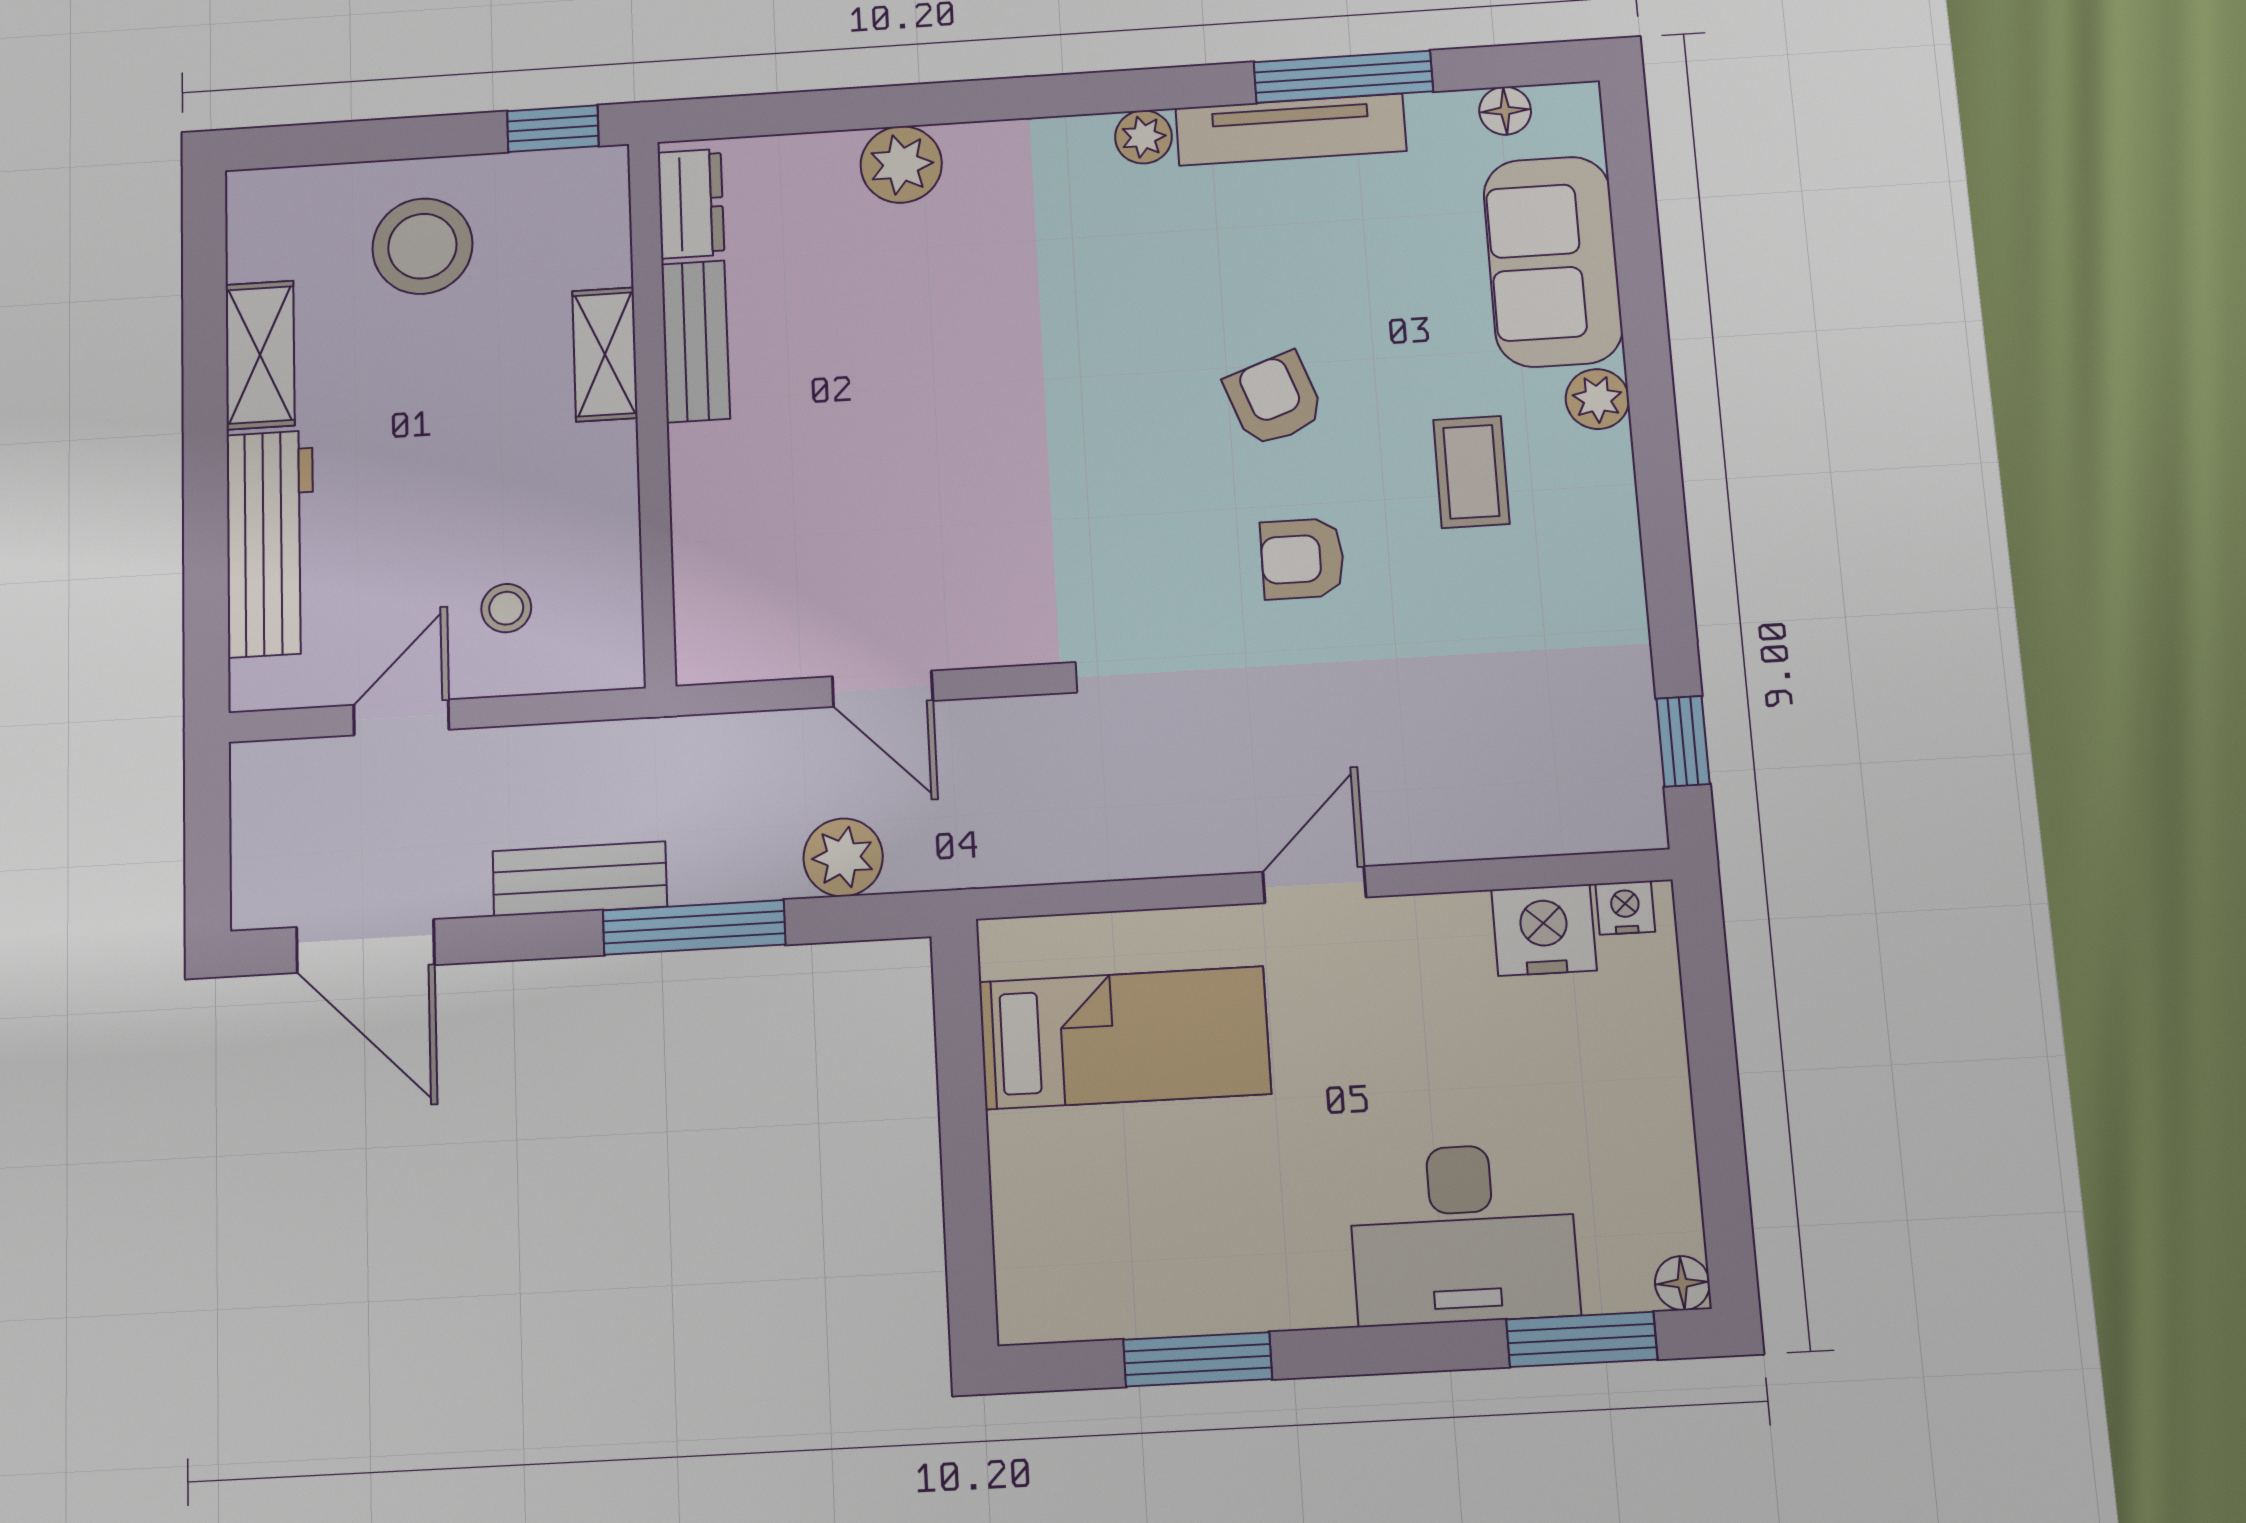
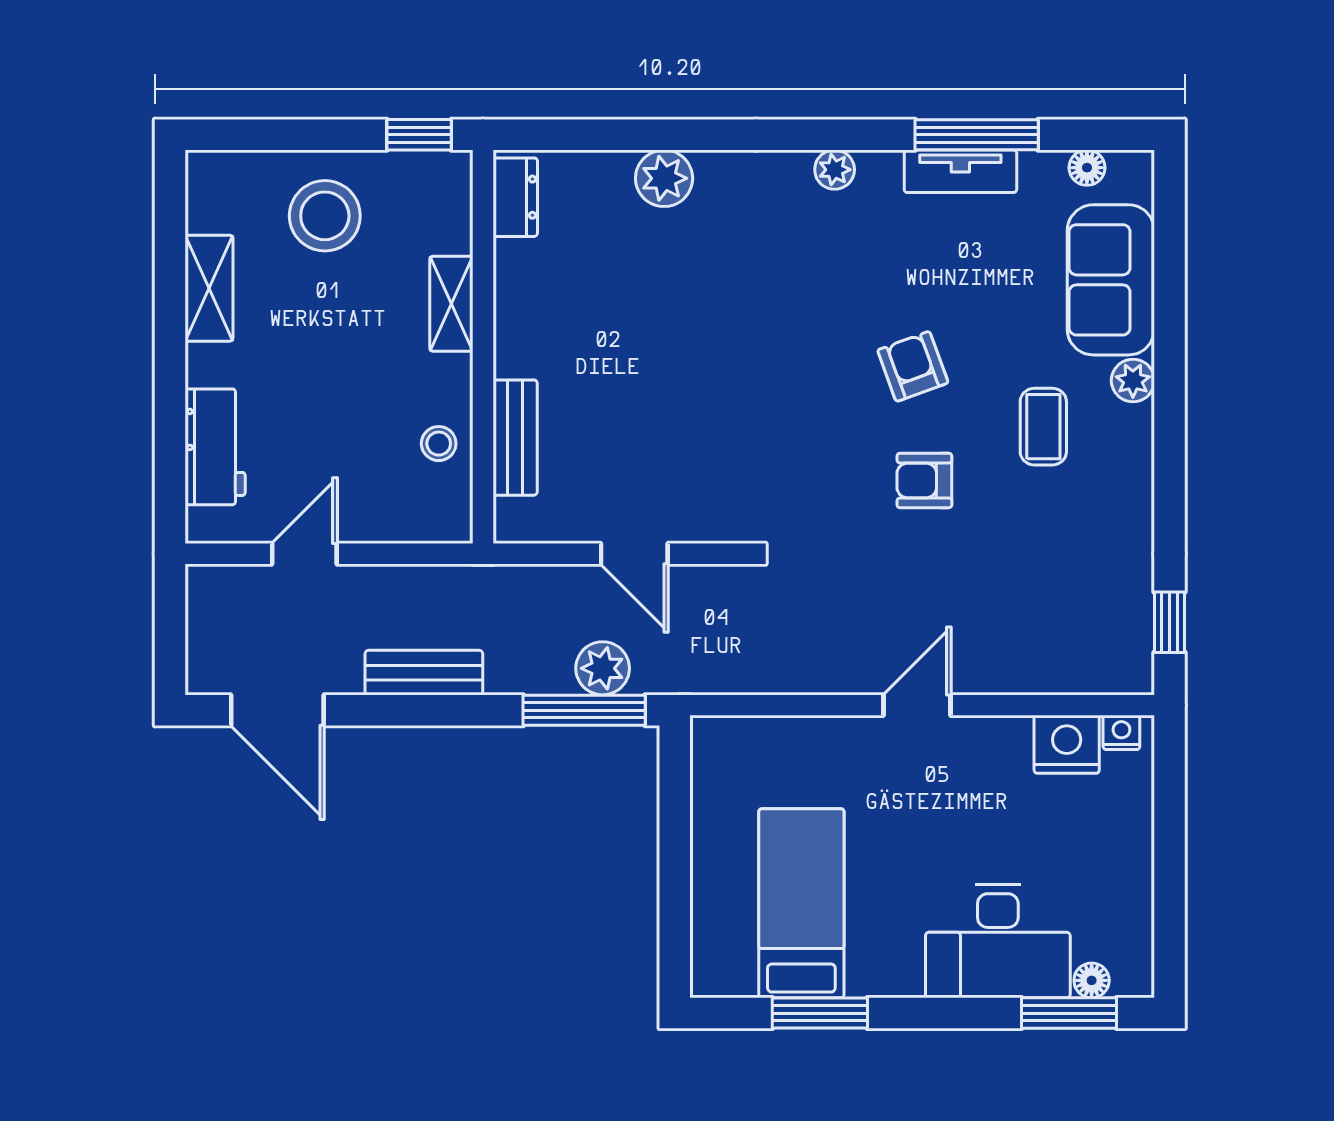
tv unit: (1291, 130) -> (960, 171), width x0.71
bench: (696, 341) -> (515, 438), moved
workbench: (270, 543) -> (215, 447), width x0.73
stool: (506, 608) -> (439, 444), moved
window: (694, 927) -> (584, 710), moved
bed: (1124, 1038) -> (801, 903), moved, turned -90
floor lamp: (1682, 1283) -> (1092, 980), moved

